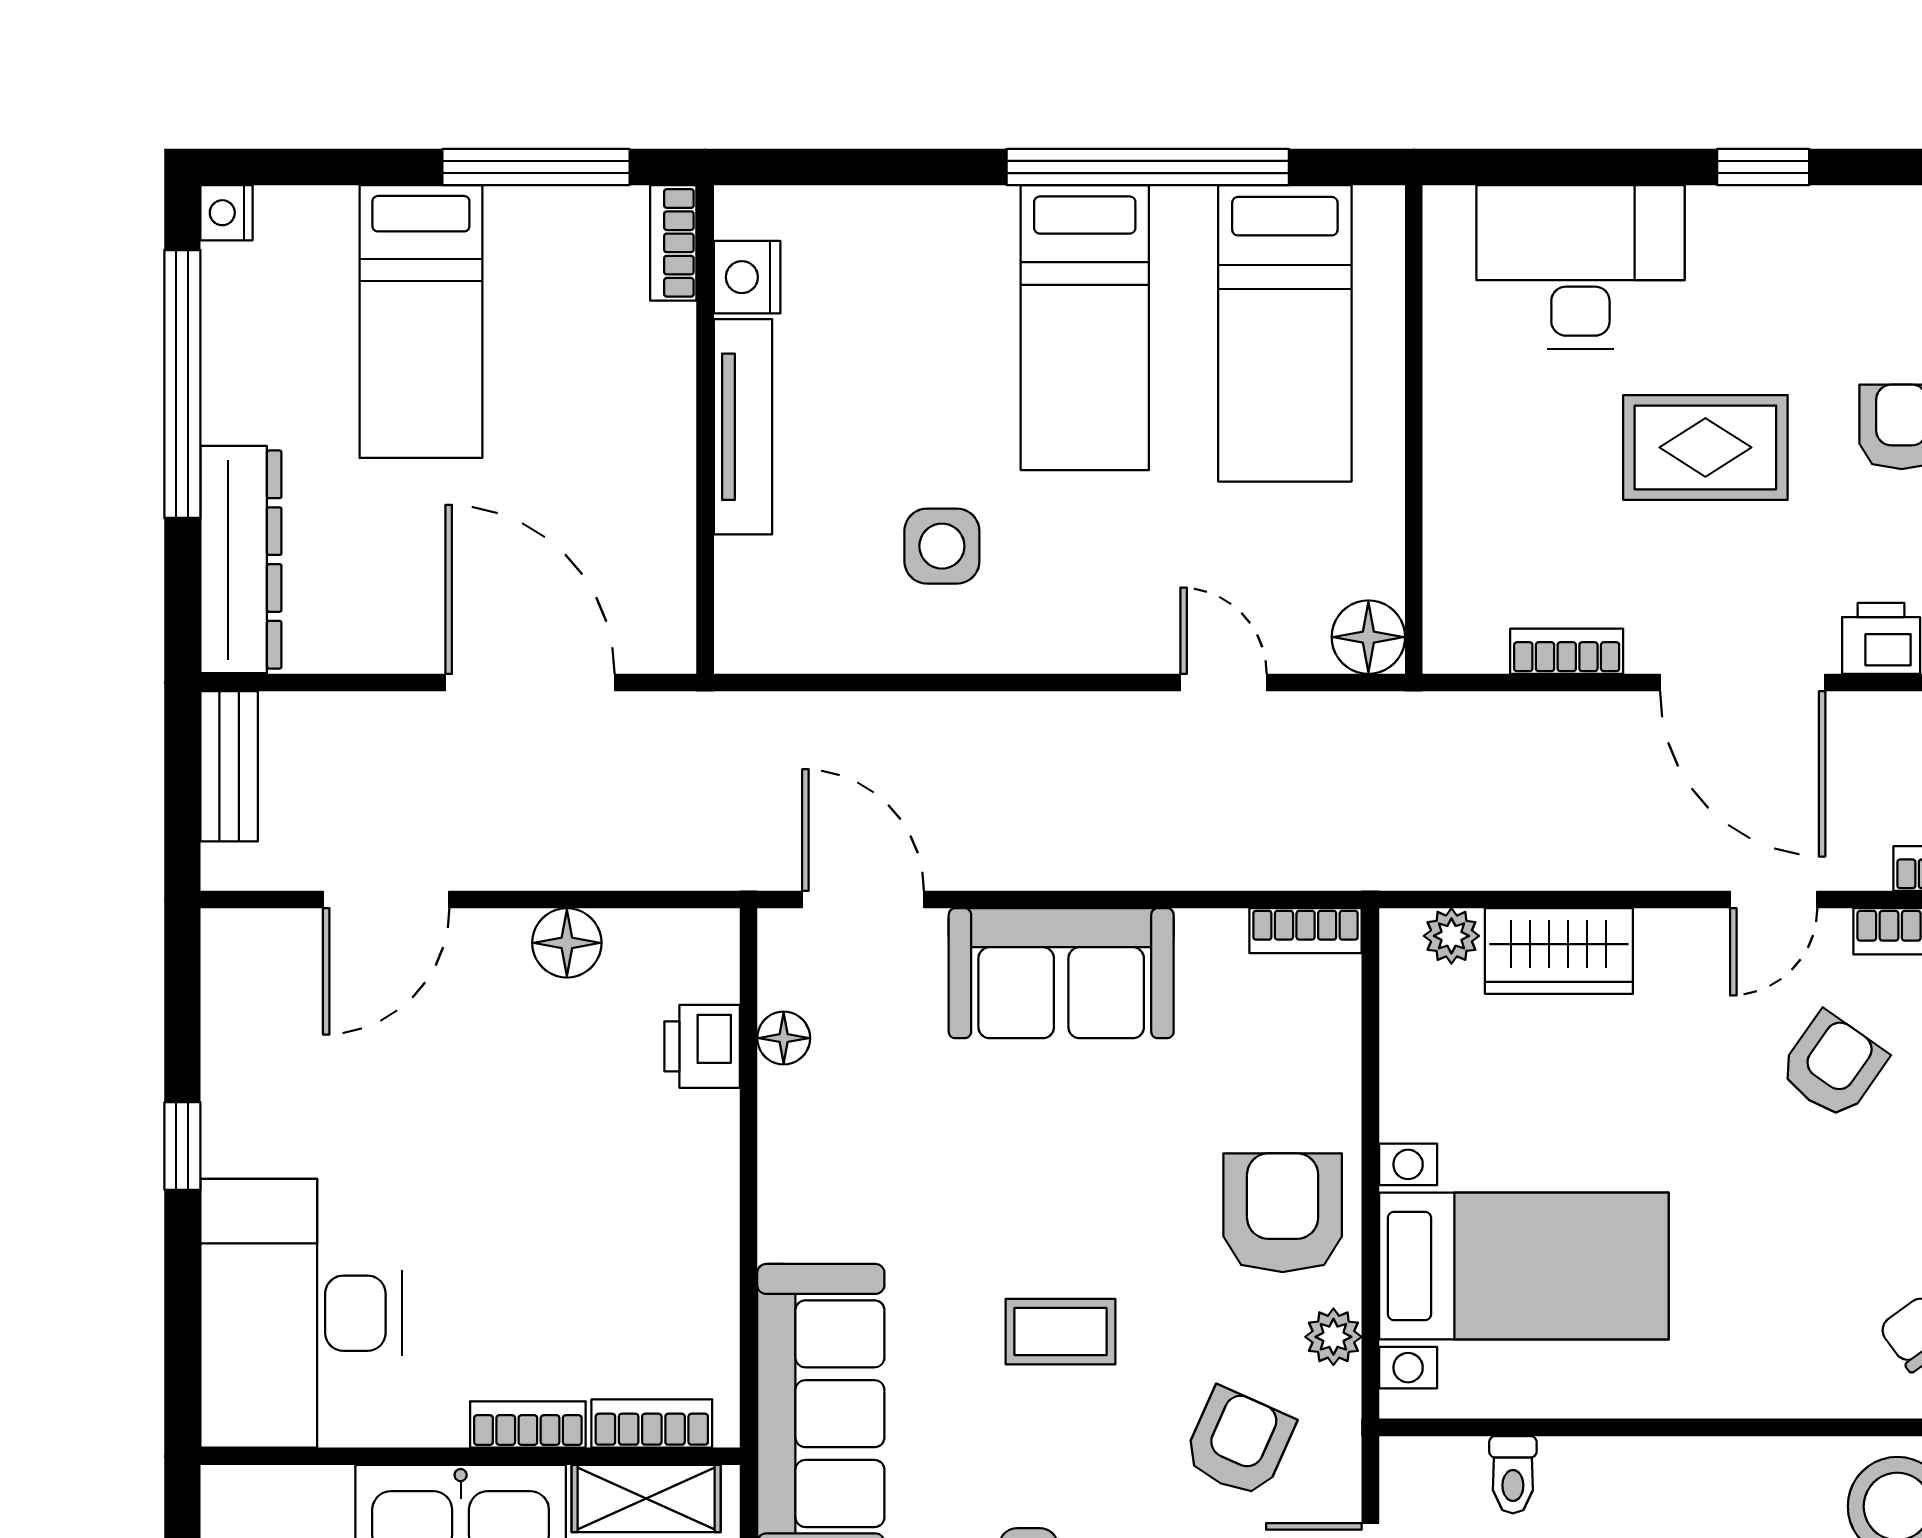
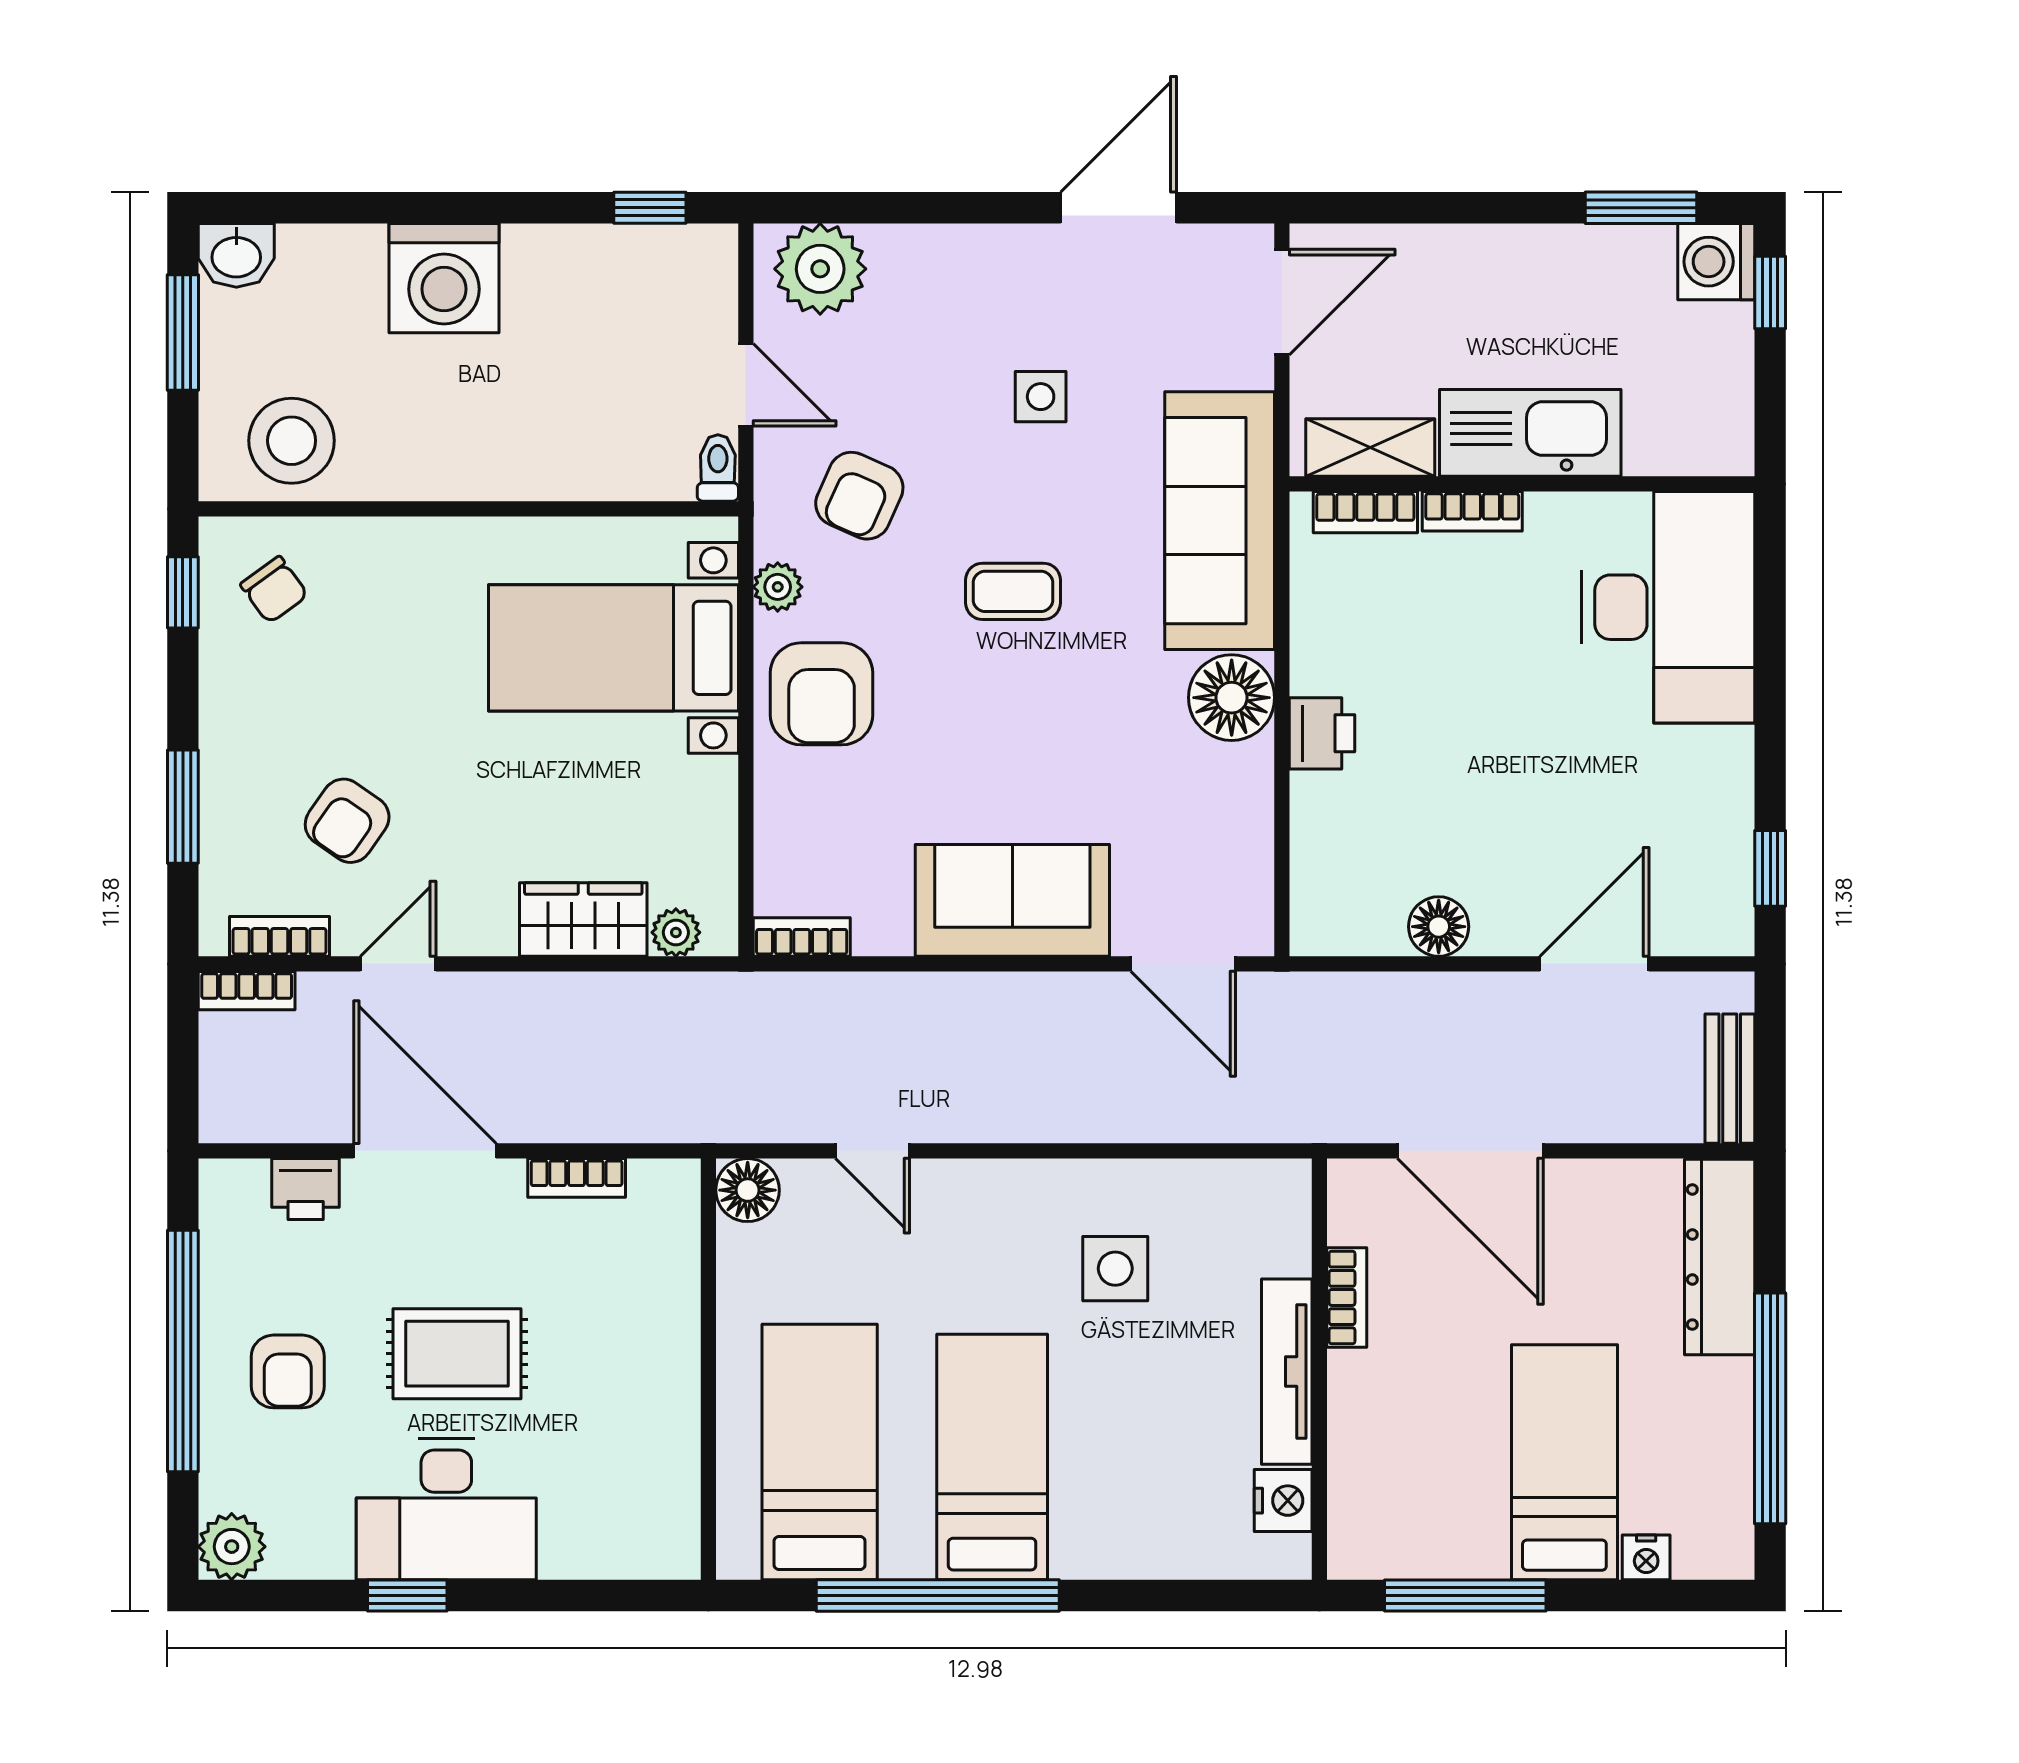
nightstand: (227, 213) -> (1646, 1557), moved, turned 90
bookcase: (673, 243) -> (1347, 1297), moved
desk: (1580, 267) -> (446, 1509), moved
floor lamp: (784, 1038) -> (1232, 698), moved, width x1.89, depth x1.89
printer: (702, 1046) -> (1322, 733), moved
window: (182, 1146) -> (1770, 868), moved
toilet: (1513, 1475) -> (718, 468), moved

